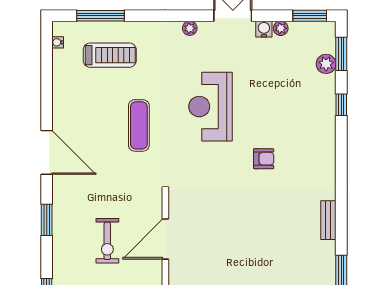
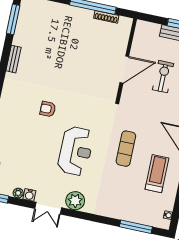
plant: (190, 28) -> (75, 201), width x1.88, depth x1.88
treadmill: (110, 55) -> (157, 174), moved, turned 90

